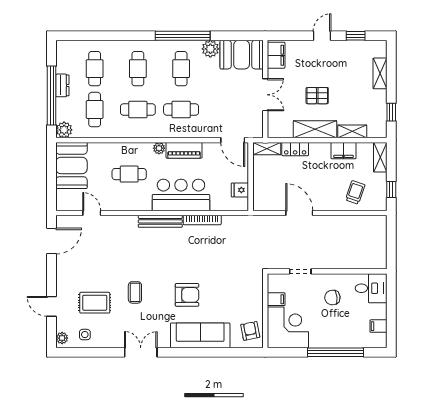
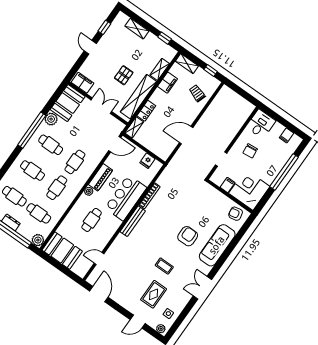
shelving: (315, 129) -> (139, 97), width x1.47

